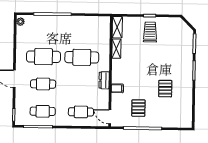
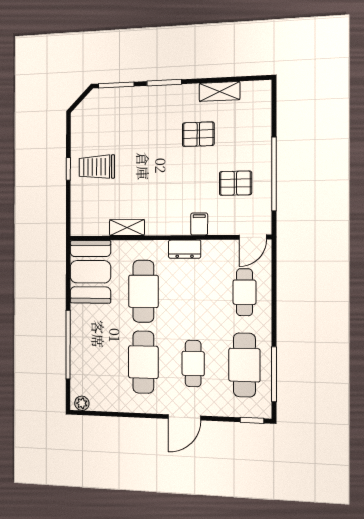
shelving: (117, 27) -> (220, 91), moved
booth: (93, 28) -> (90, 272), added
cafe table: (43, 111) -> (244, 365), width x1.37, depth x1.35

